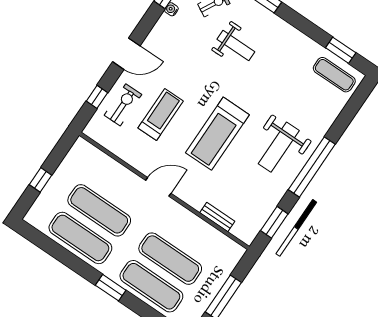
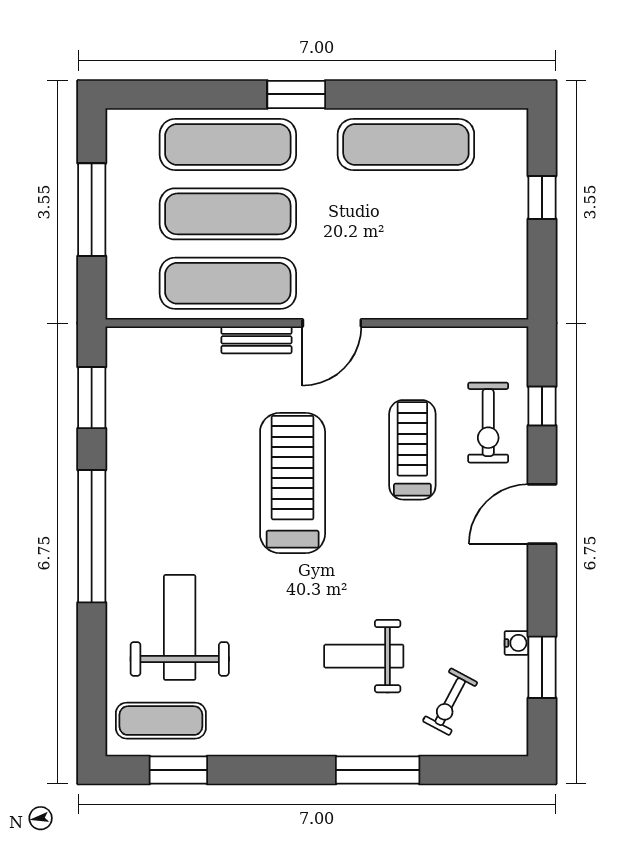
treadmill: (161, 115) -> (412, 450), turned 180
weight bench: (279, 147) -> (180, 627), moved
exercise mat: (99, 210) -> (228, 283), moved
bench: (217, 217) -> (256, 340), moved

